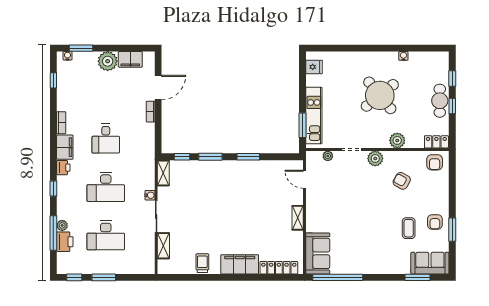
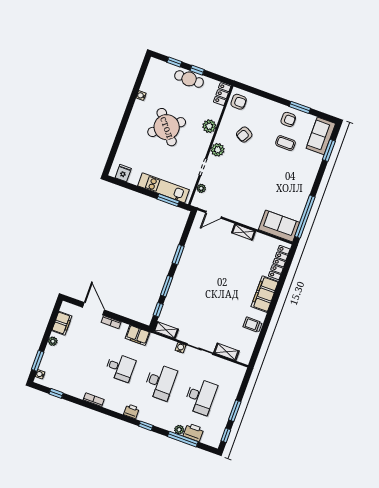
plant: (108, 61) -> (53, 341), width x0.53, depth x0.53
filing cabinet: (65, 147) -> (138, 335), moved, turned 180

